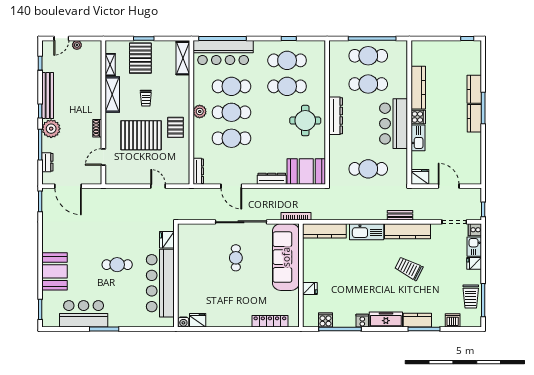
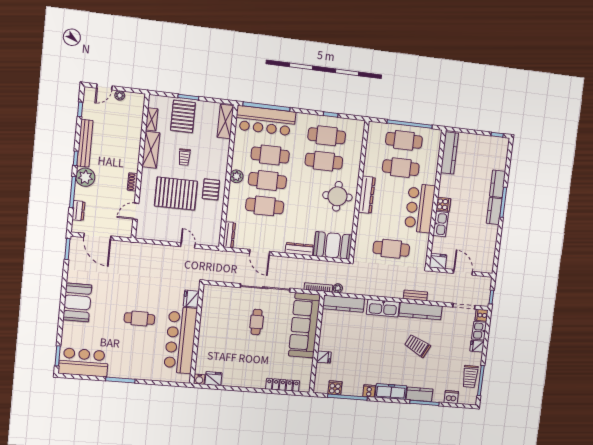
kitchen counter: (418, 88) -> (450, 153), moved
plant: (317, 215) -> (338, 288), added
booth: (55, 271) -> (77, 302), moved
bar counter: (84, 314) -> (83, 362), moved

